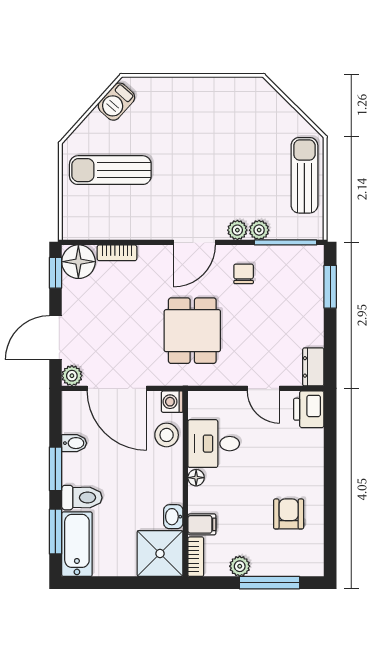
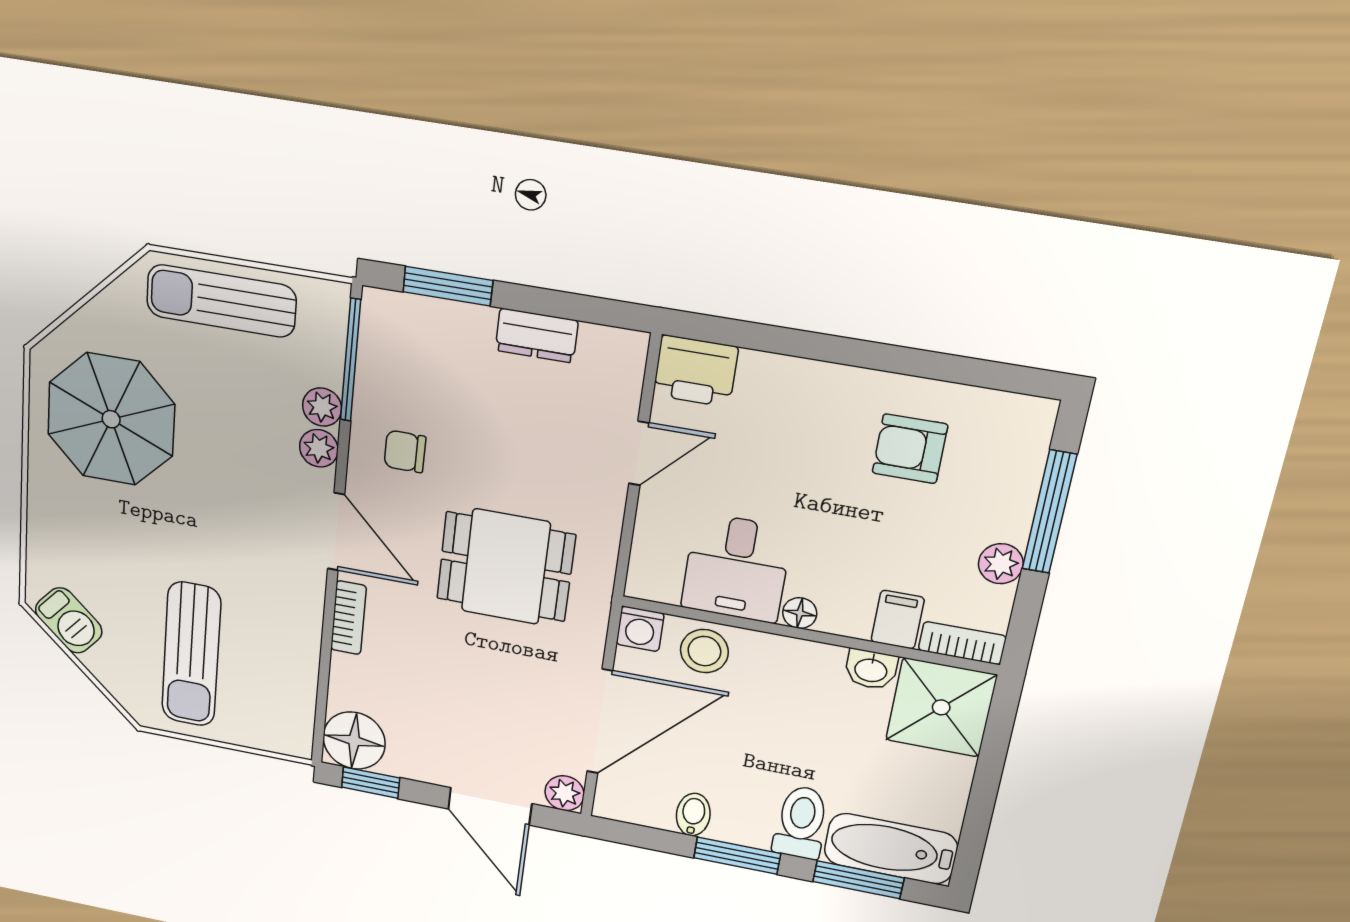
parasol: (233, 121) -> (111, 419), added
bookcase: (117, 253) -> (348, 618), moved
dresser: (313, 367) -> (537, 336), moved

